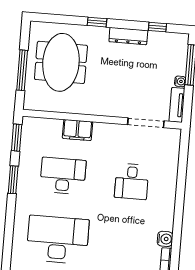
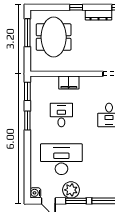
window: (22, 70) -> (27, 33), moved
desk: (63, 176) -> (61, 115), width x0.73

